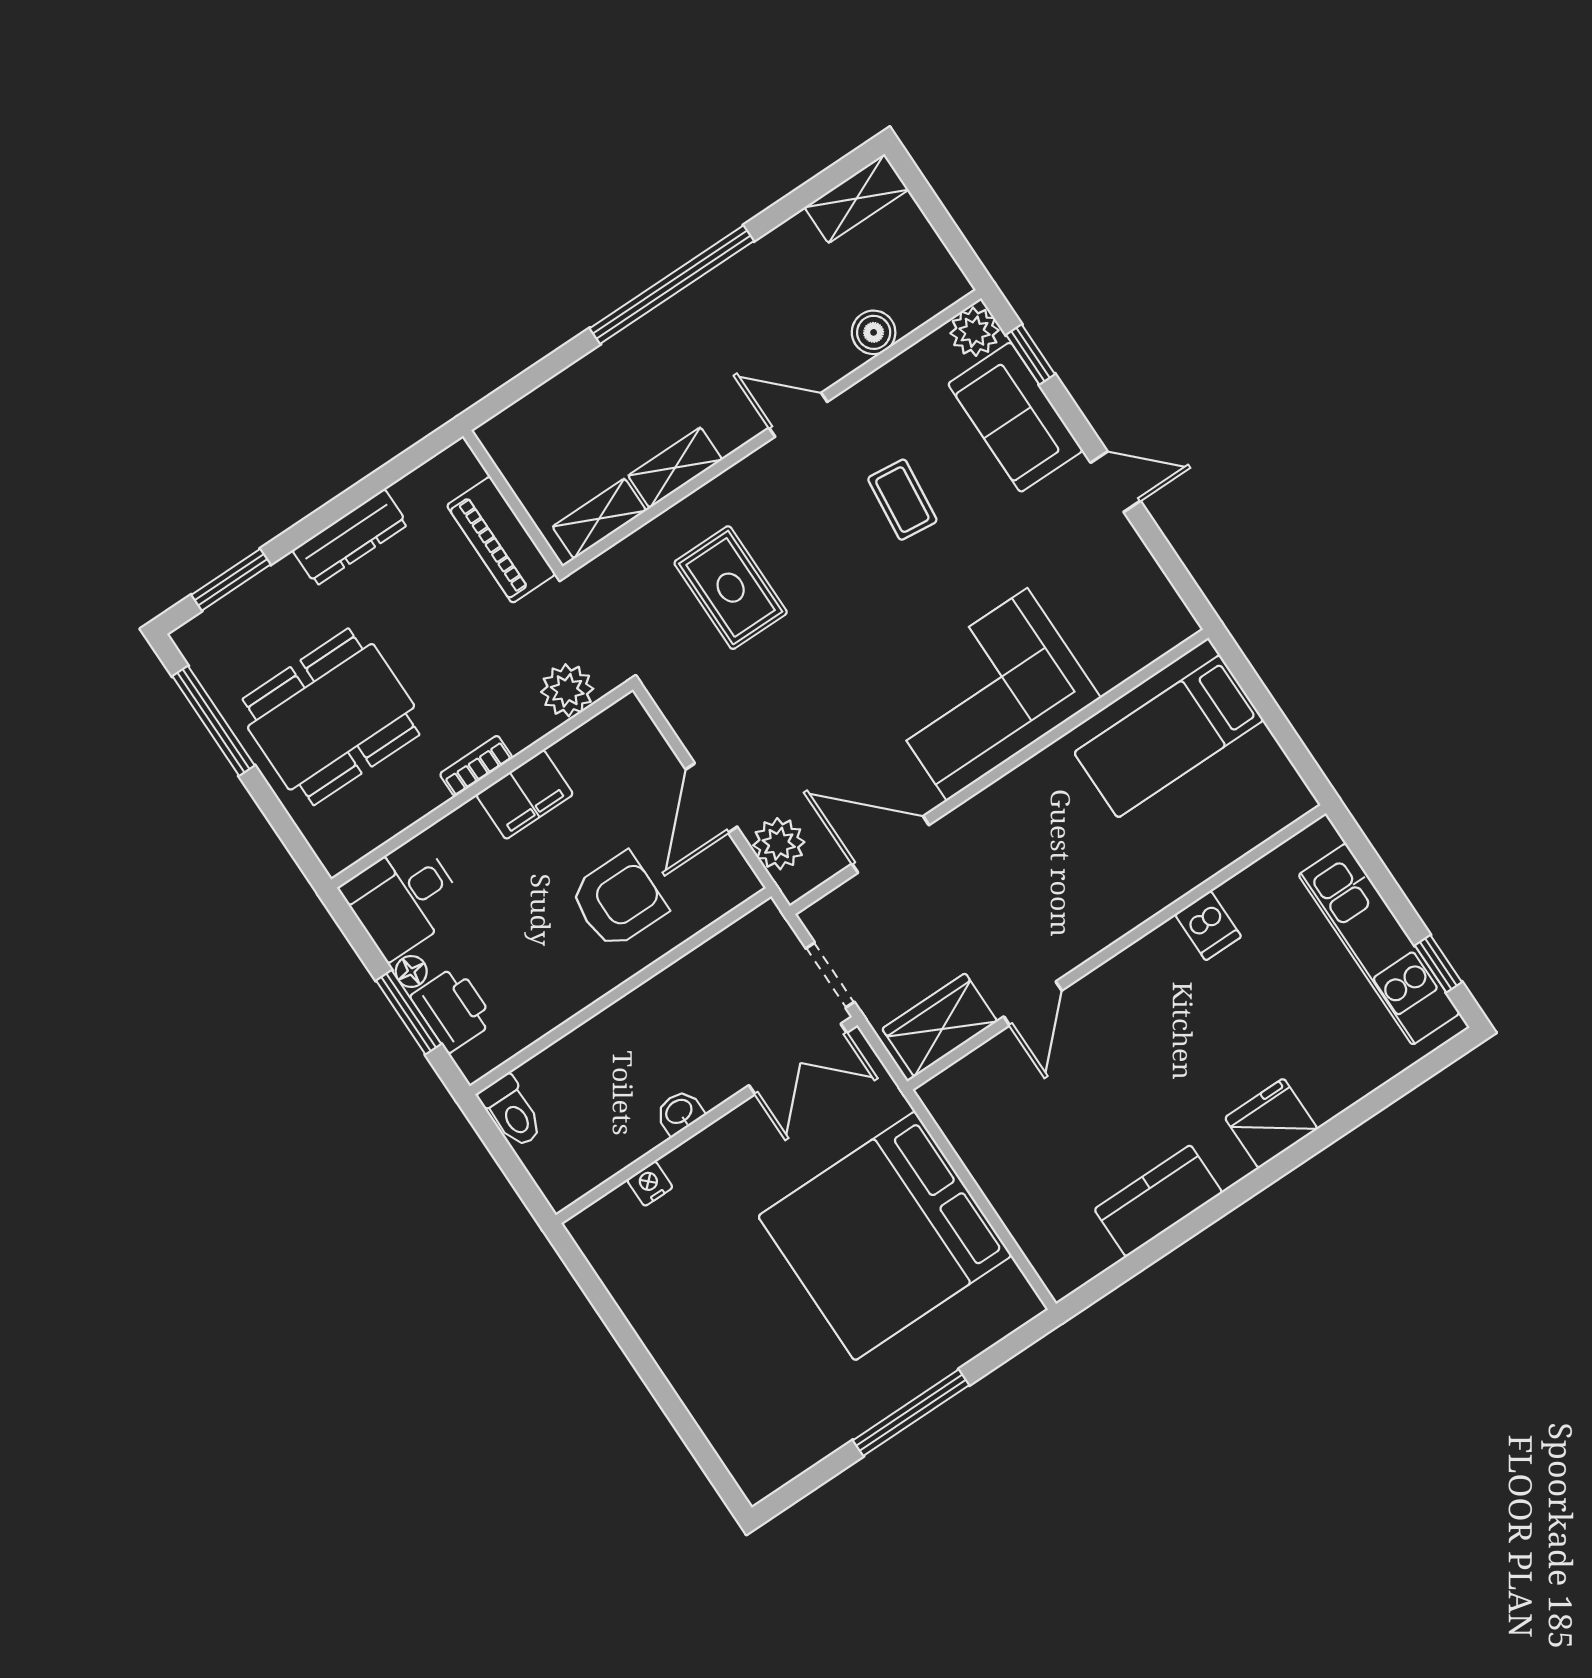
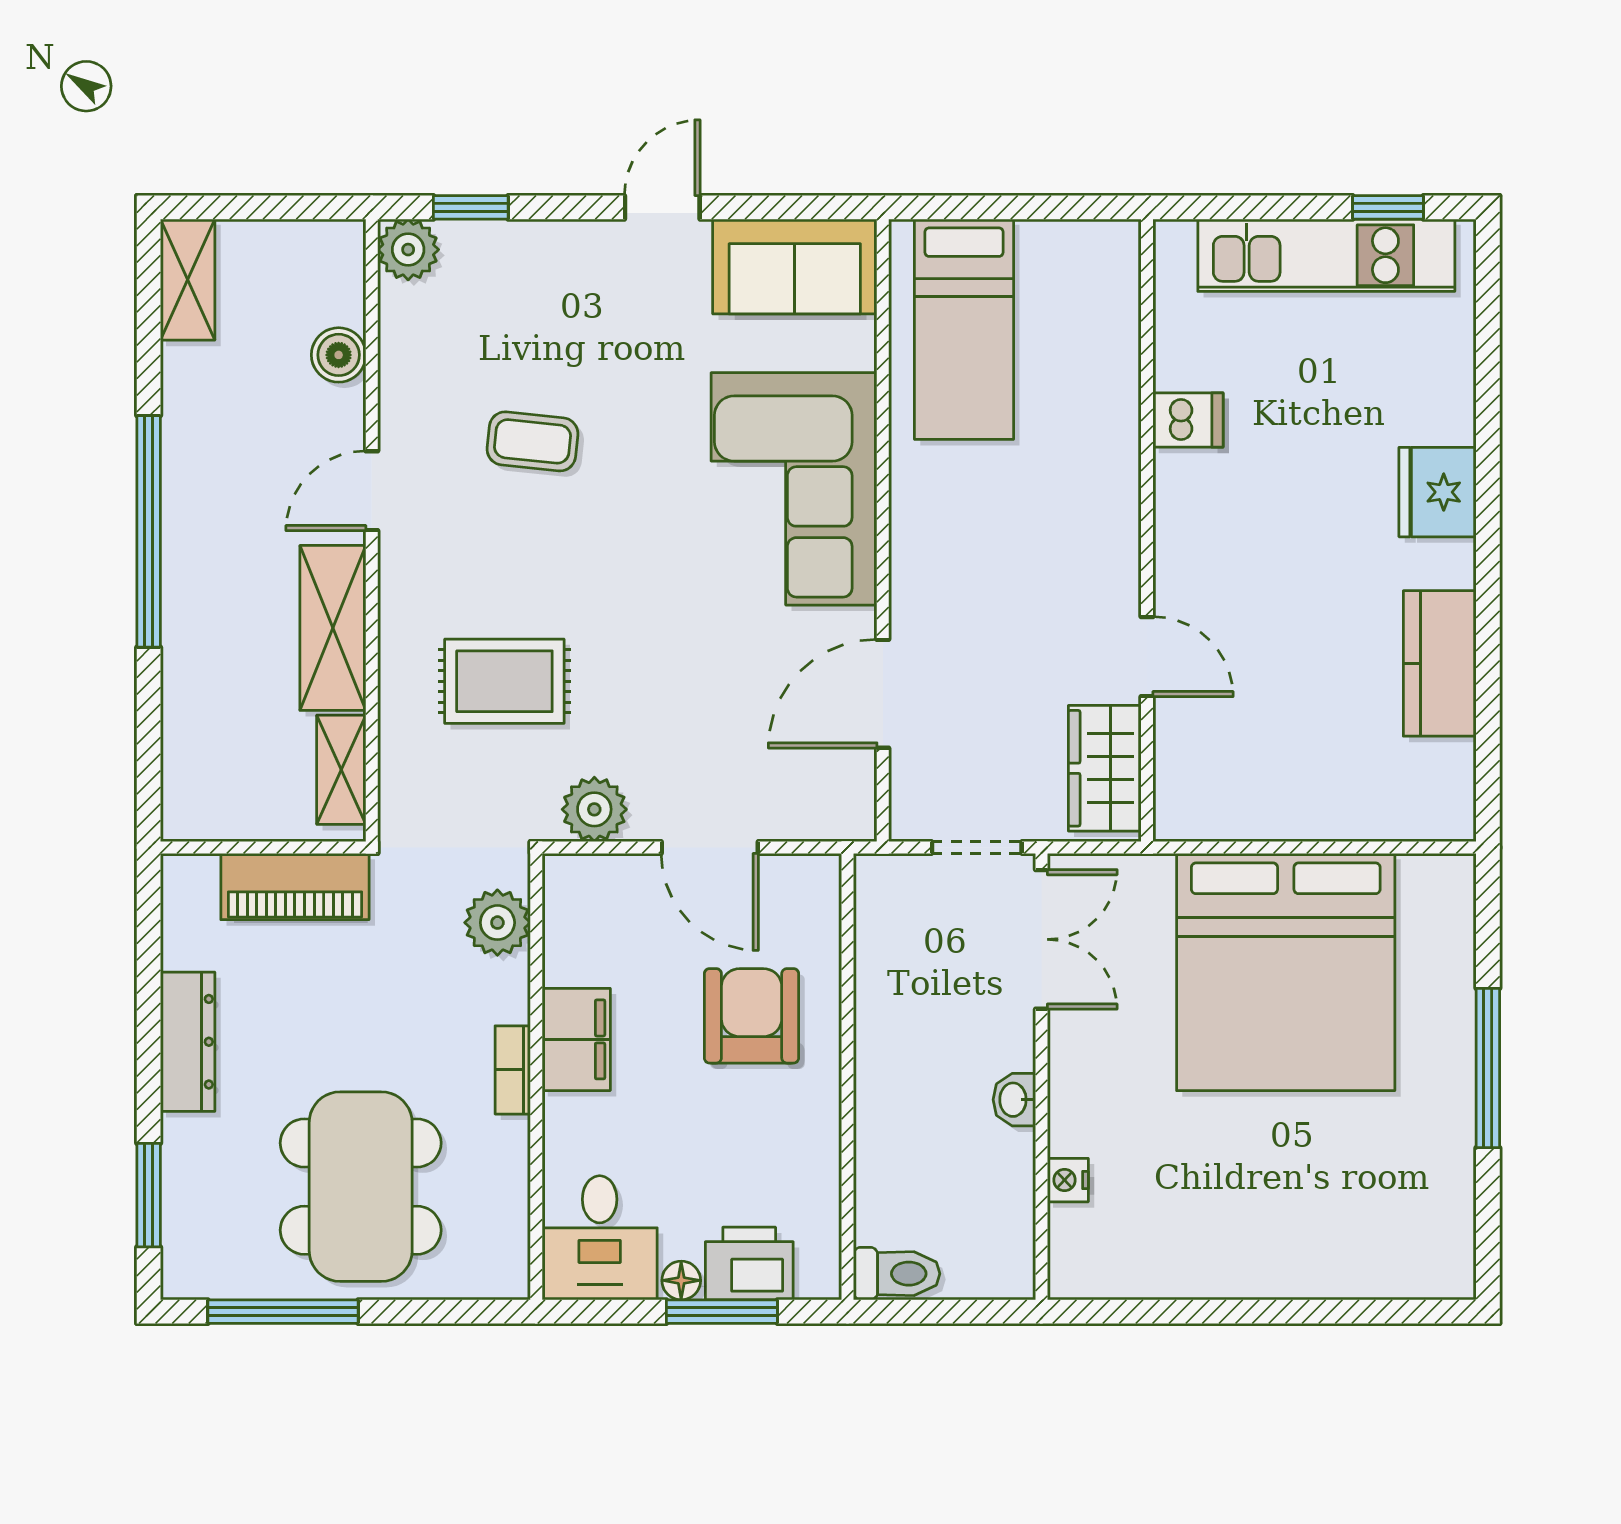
sofa: (1015, 417) -> (795, 266), moved
shelving: (675, 468) -> (333, 628), width x1.50, depth x1.33
plant: (779, 844) -> (594, 809), moved

